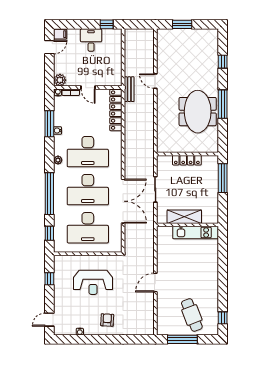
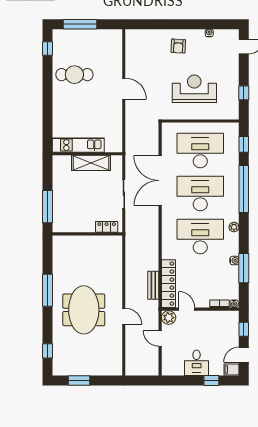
window: (107, 24) -> (211, 380), moved
window: (182, 24) -> (79, 380), moved
door: (123, 61) -> (160, 339), added
window: (223, 62) -> (48, 351), moved
window: (49, 70) -> (244, 329), added
plant: (60, 80) -> (169, 318), moved
door: (88, 88) -> (187, 309), moved
bench: (129, 89) -> (153, 285), moved
meeting table: (198, 112) -> (84, 310), moved
locker: (187, 160) -> (107, 227), moved, width x0.66
door: (155, 282) -> (124, 89), hinge flipped
cafe table: (192, 315) -> (74, 75), moved, turned -69
window: (182, 339) -> (80, 24), moved

